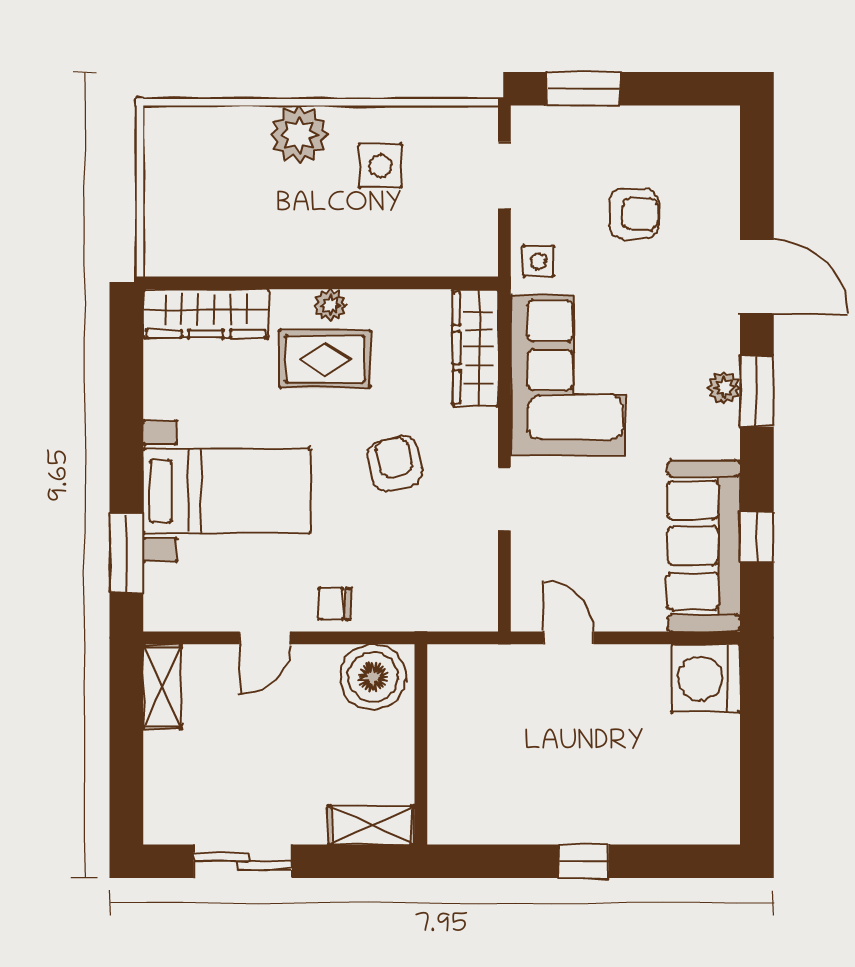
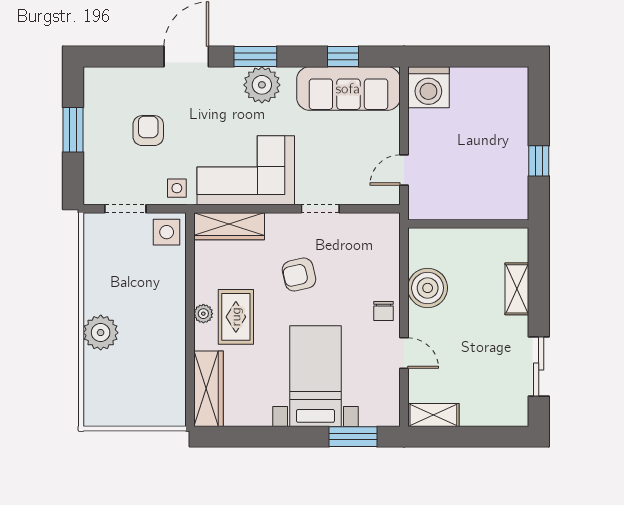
window: (583, 89) -> (73, 130), moved
side table: (380, 166) -> (167, 232), moved
plant: (724, 388) -> (262, 85), width x1.88, depth x1.88
wall: (421, 744) -> (468, 224), moved

